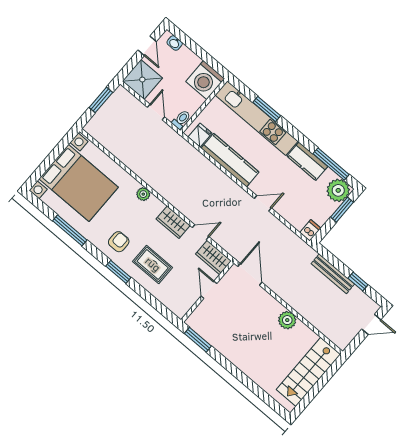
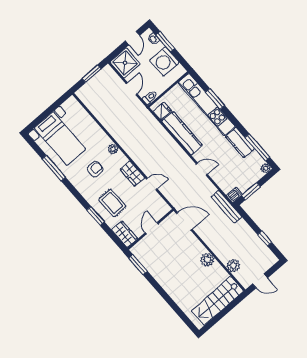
window: (191, 44) -> (165, 42), added
washing machine: (205, 80) -> (164, 61), moved
bed with nightstands: (79, 183) -> (60, 139), width x0.73
plant: (338, 190) -> (266, 168), width x0.53, depth x0.53
window: (342, 210) -> (251, 191), moved
armchair: (119, 242) -> (95, 169), moved
wardrobe: (213, 257) -> (125, 234), moved, turned 180
window: (118, 272) -> (96, 216), moved
door: (250, 274) -> (184, 221), hinge flipped
bench: (333, 274) -> (226, 207), moved
plant: (322, 323) -> (233, 266), added
door: (371, 324) -> (260, 281), moved

